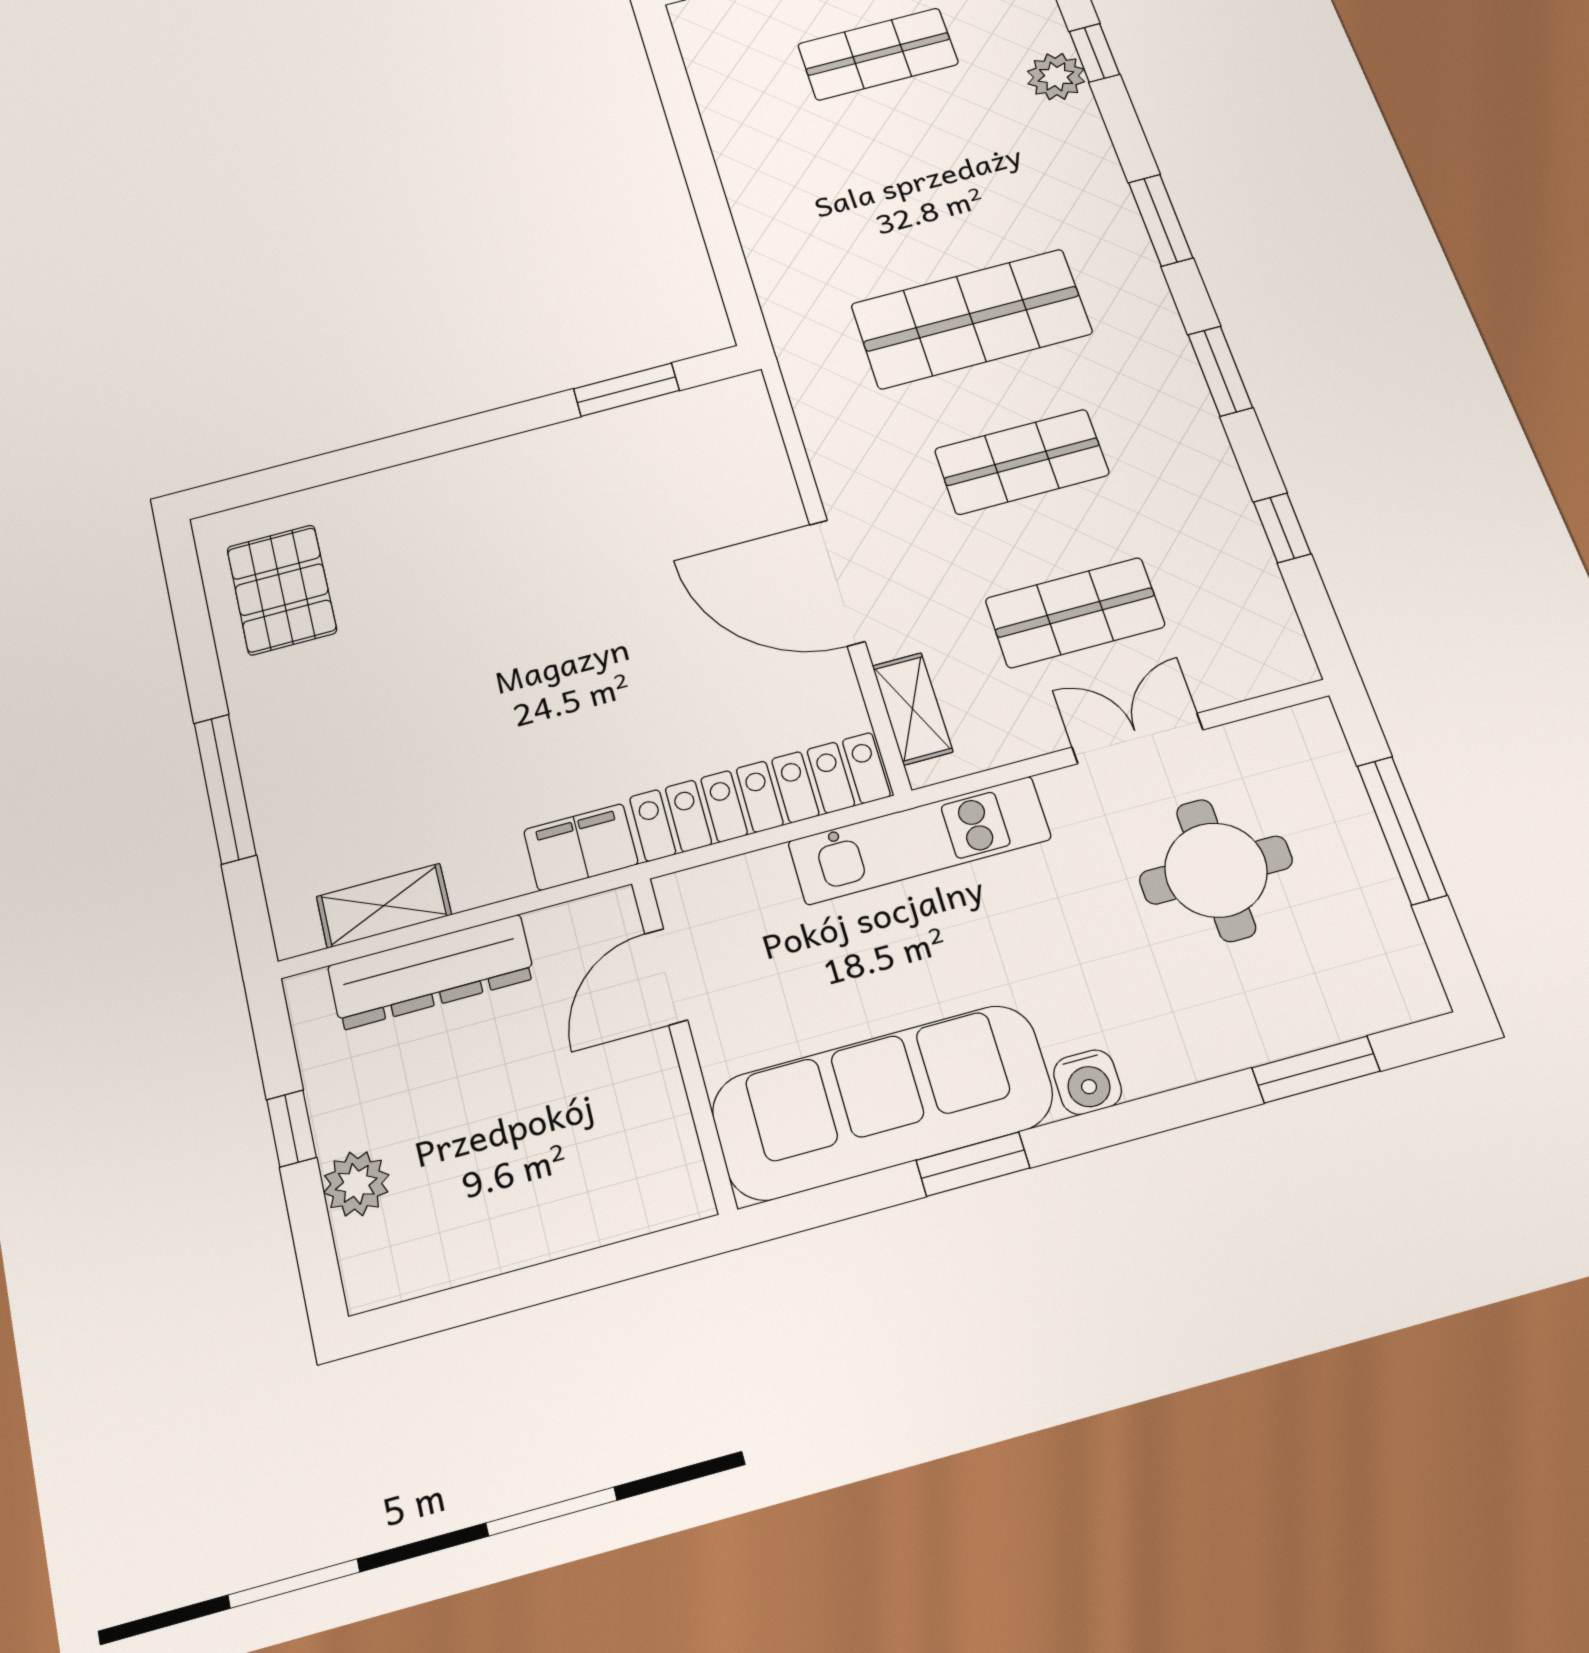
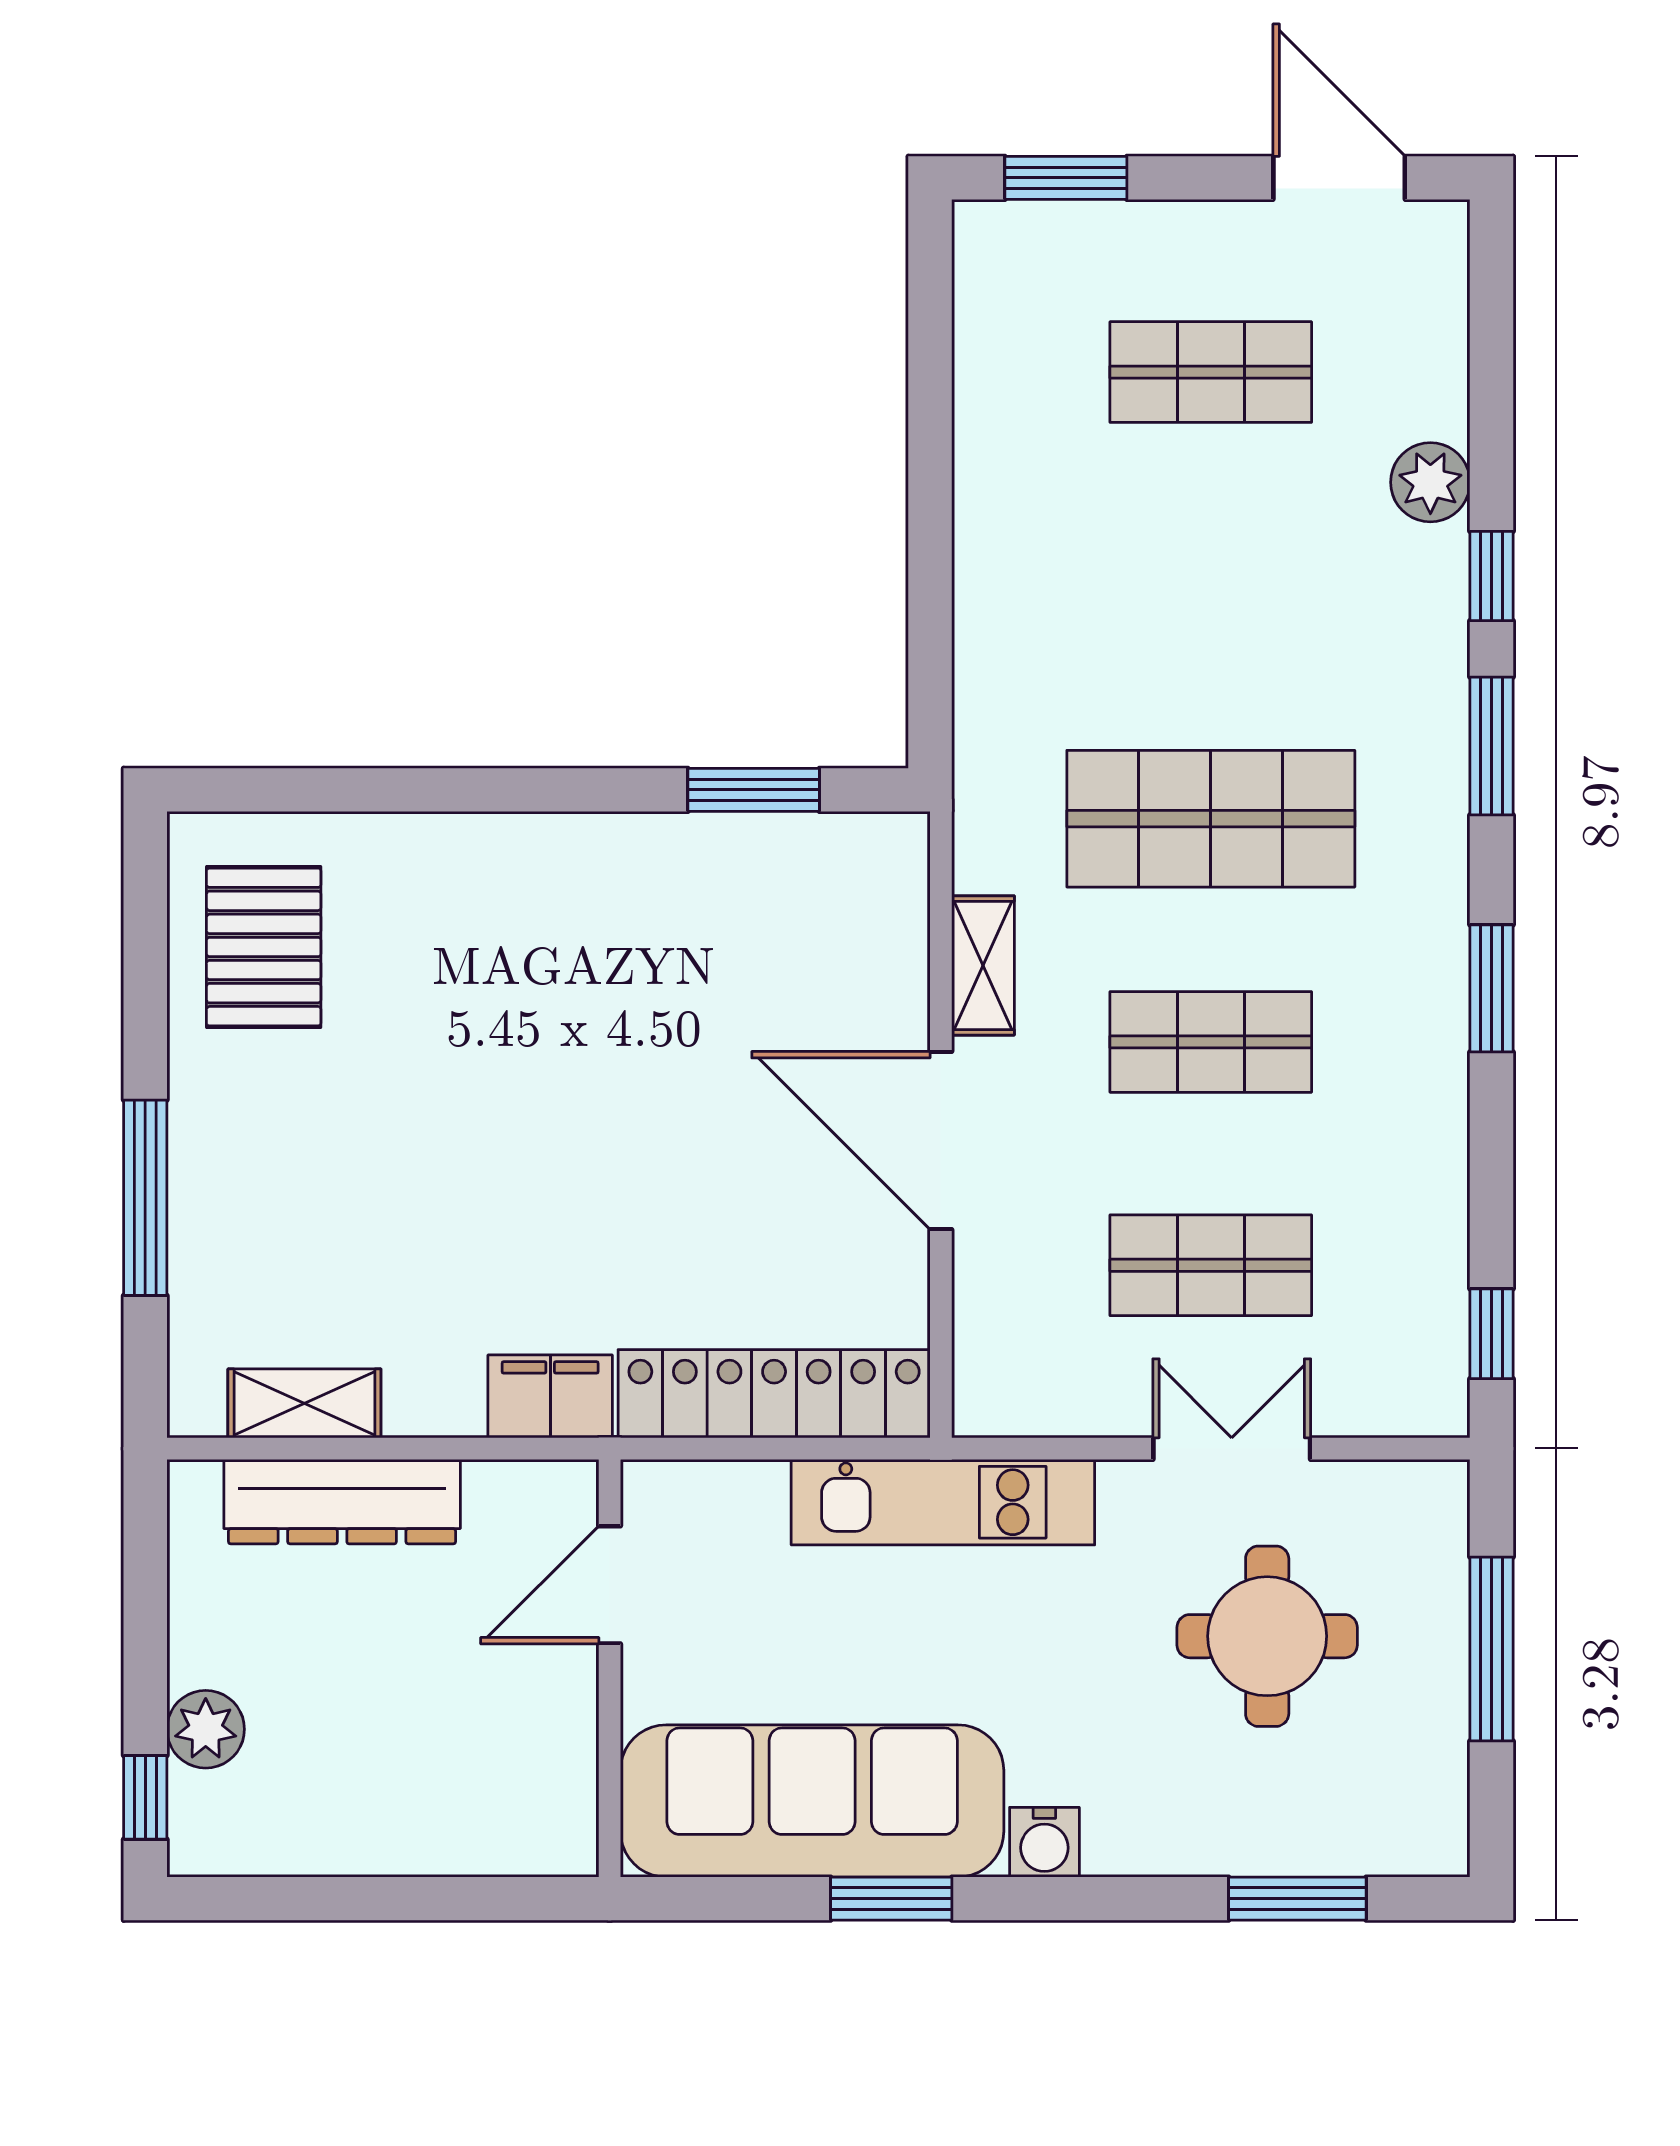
window: (1094, 53) -> (1492, 576), moved
window: (1282, 528) -> (1492, 1334), moved
shelving: (912, 709) -> (983, 965), moved
window: (291, 1128) -> (145, 1797), moved

